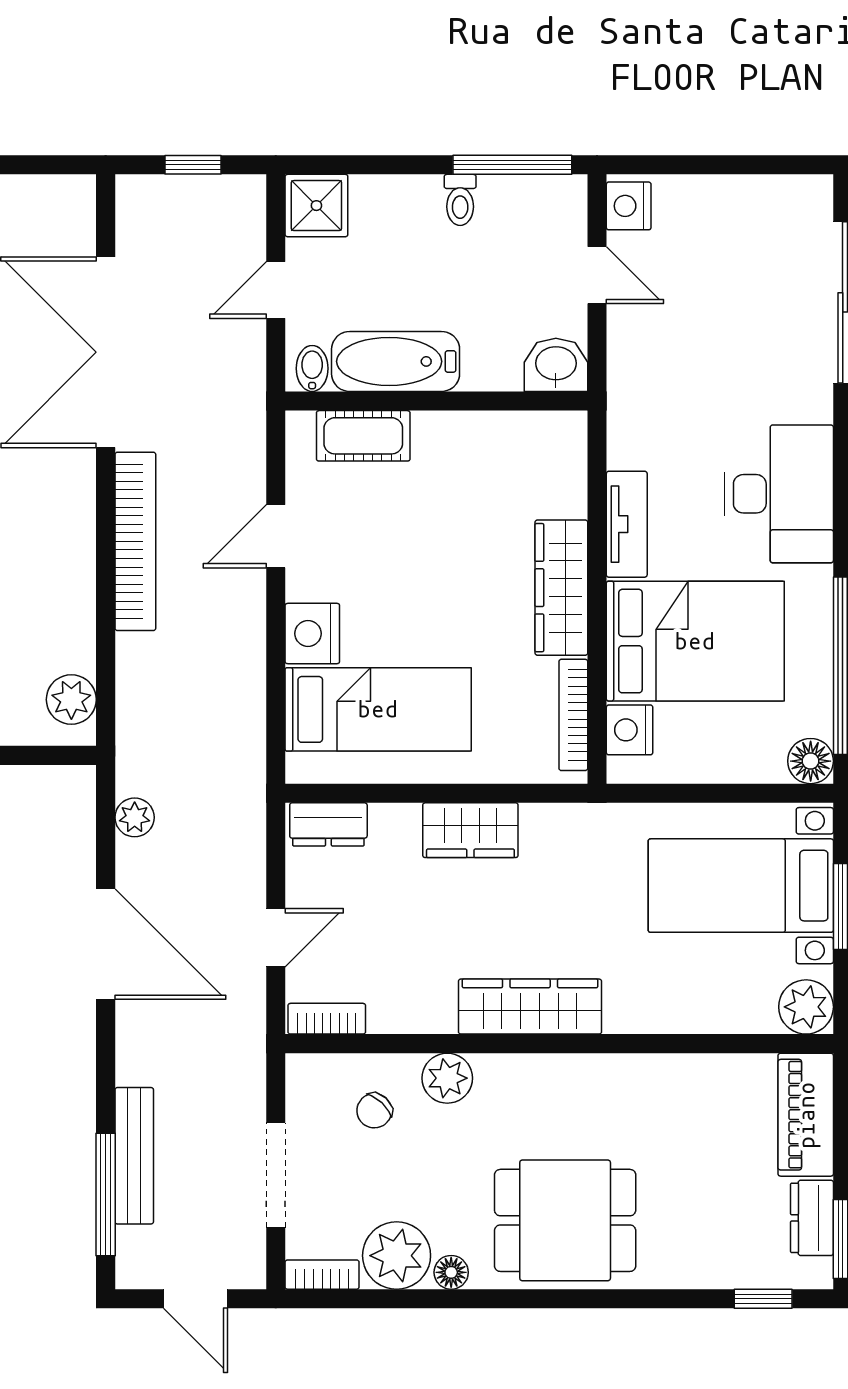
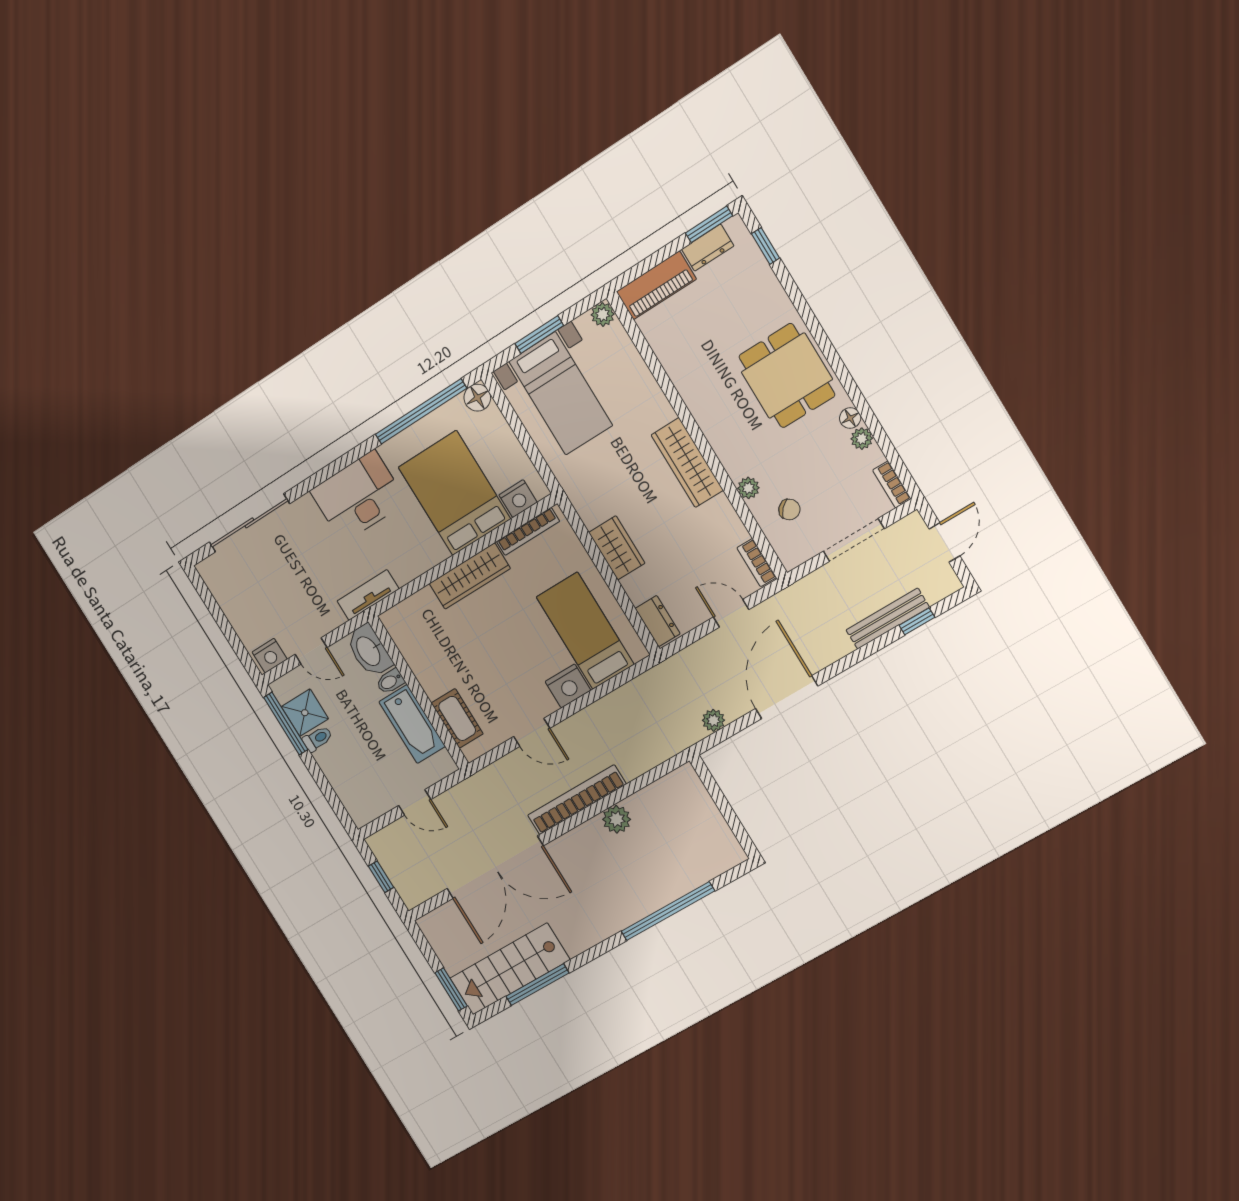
shower: (316, 206) -> (305, 713), moved
door: (597, 275) -> (311, 651), swing flipped
washbasin: (556, 365) -> (369, 651), width x1.38
bidet: (312, 368) -> (390, 681), moved
tv unit: (627, 524) -> (368, 595), moved
plant: (71, 700) -> (617, 819), moved
plant: (806, 1007) -> (603, 314), width x0.73, depth x0.73
plant: (447, 1078) -> (748, 488), width x0.73, depth x0.73
window: (106, 1195) -> (917, 621), width x0.46
plant: (397, 1256) -> (862, 439), width x0.53, depth x0.53

